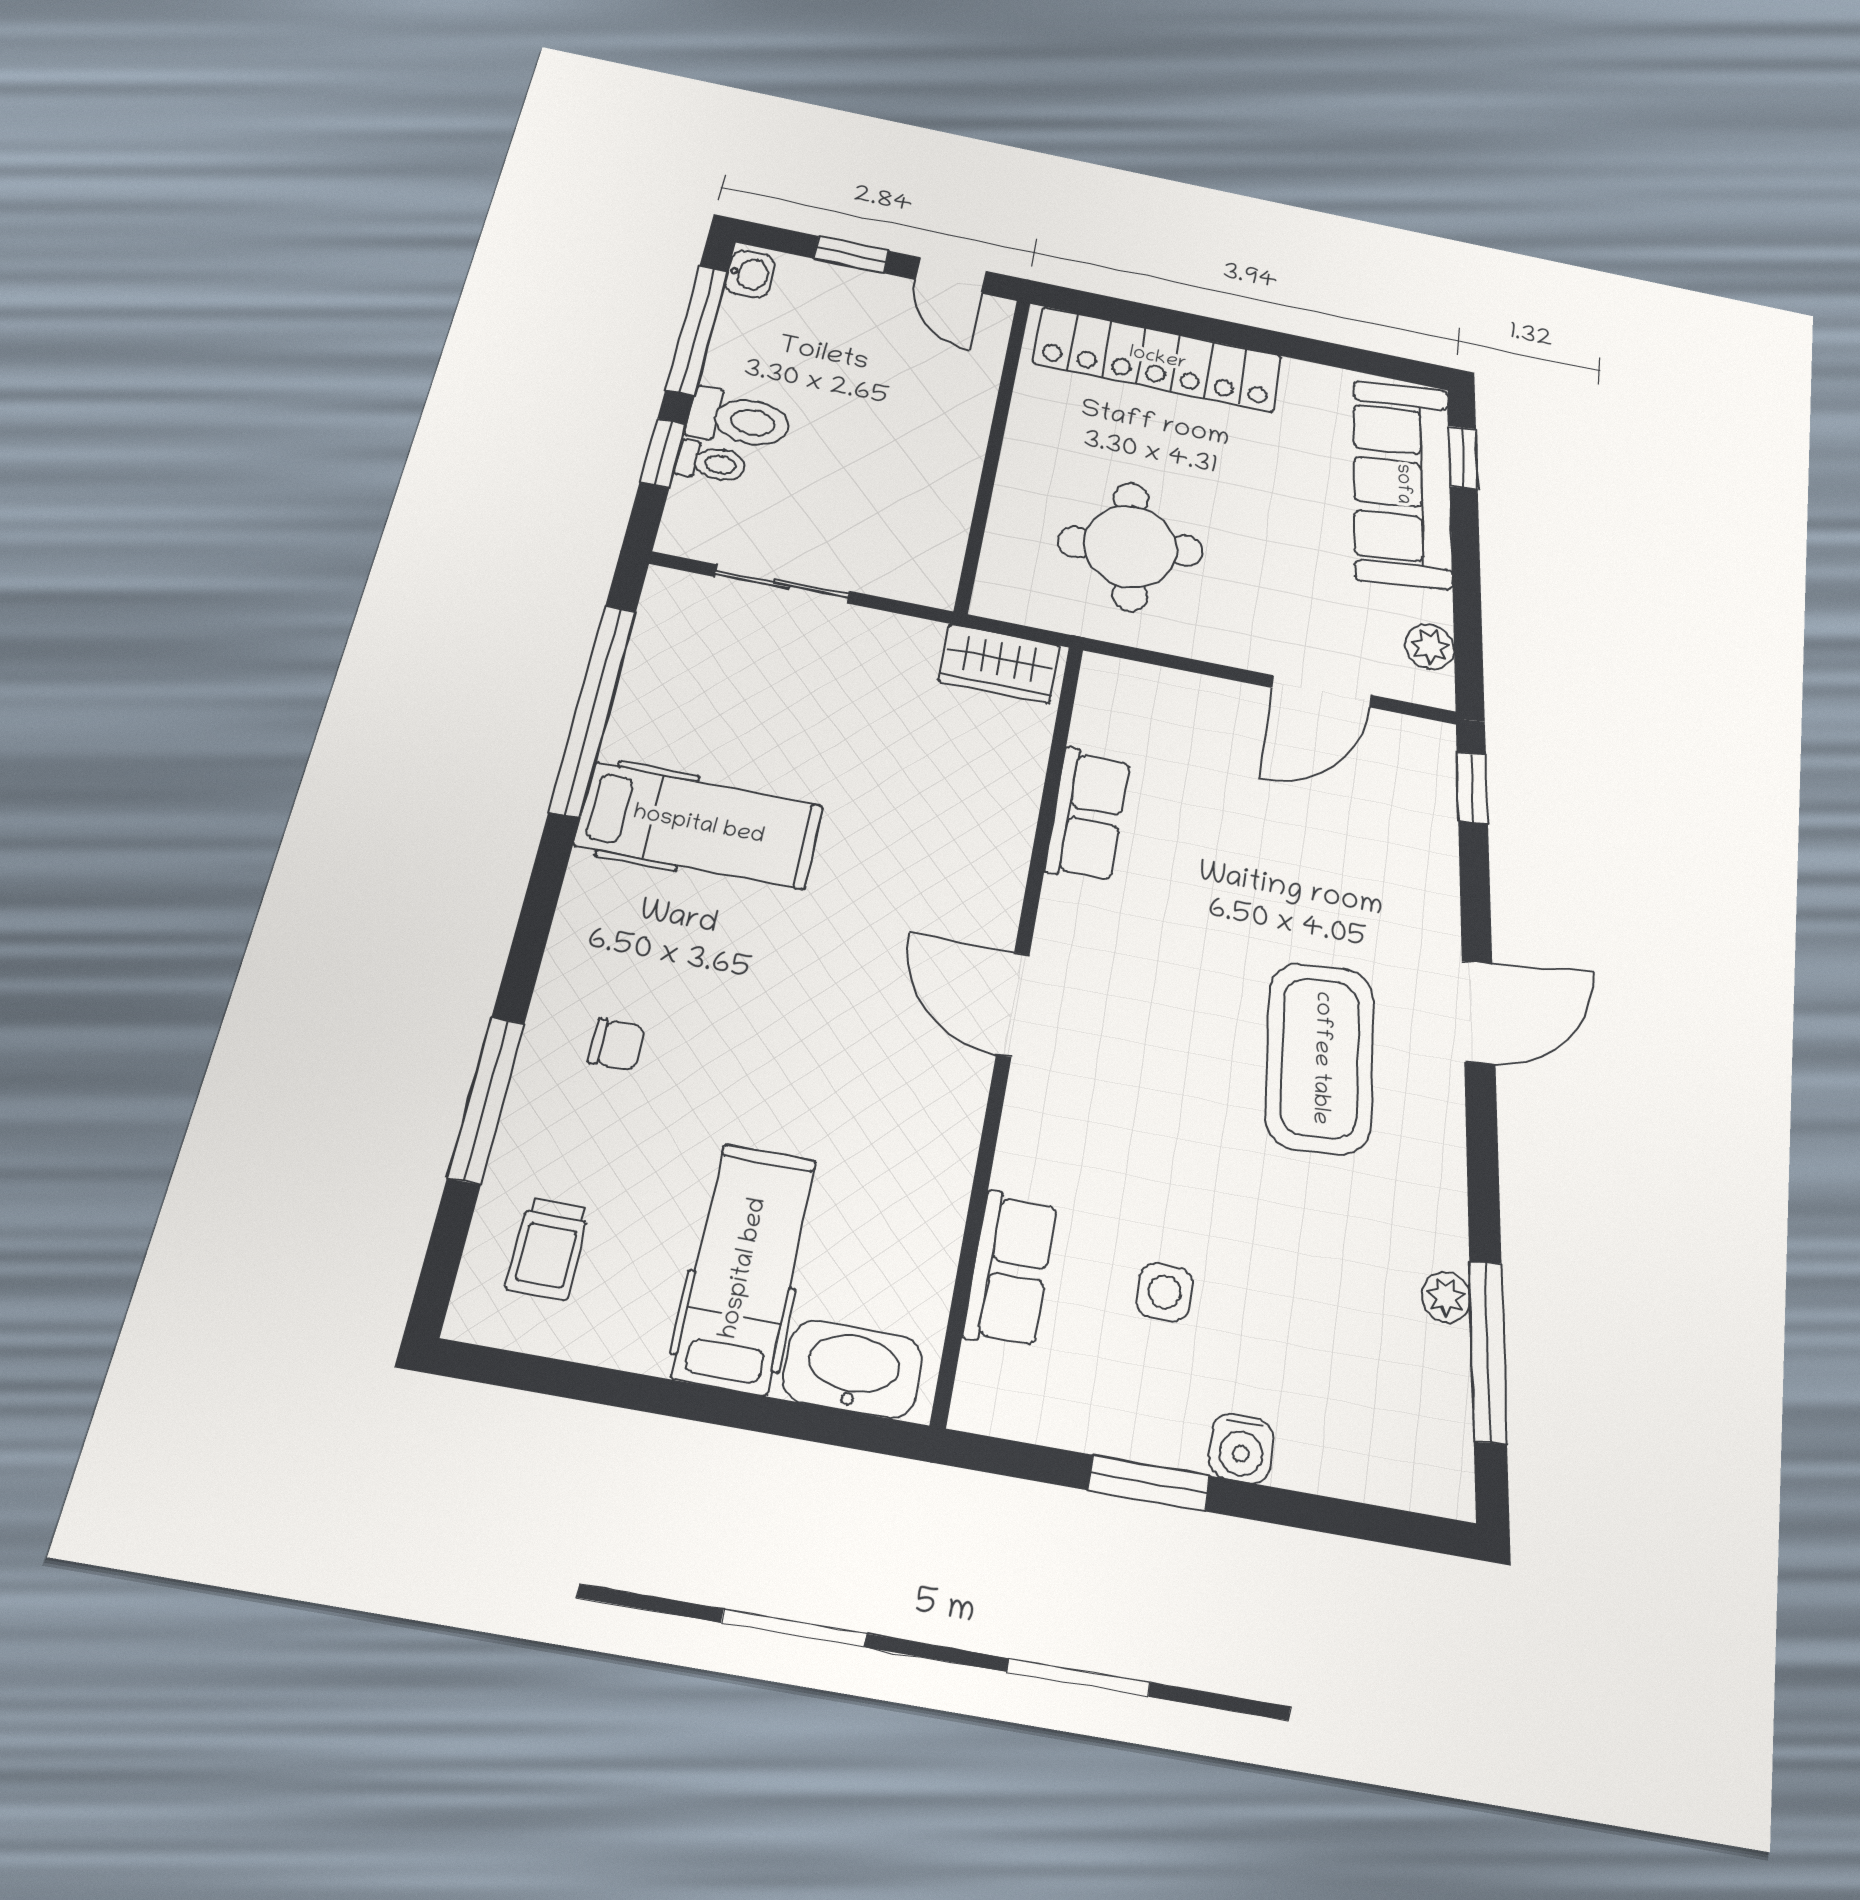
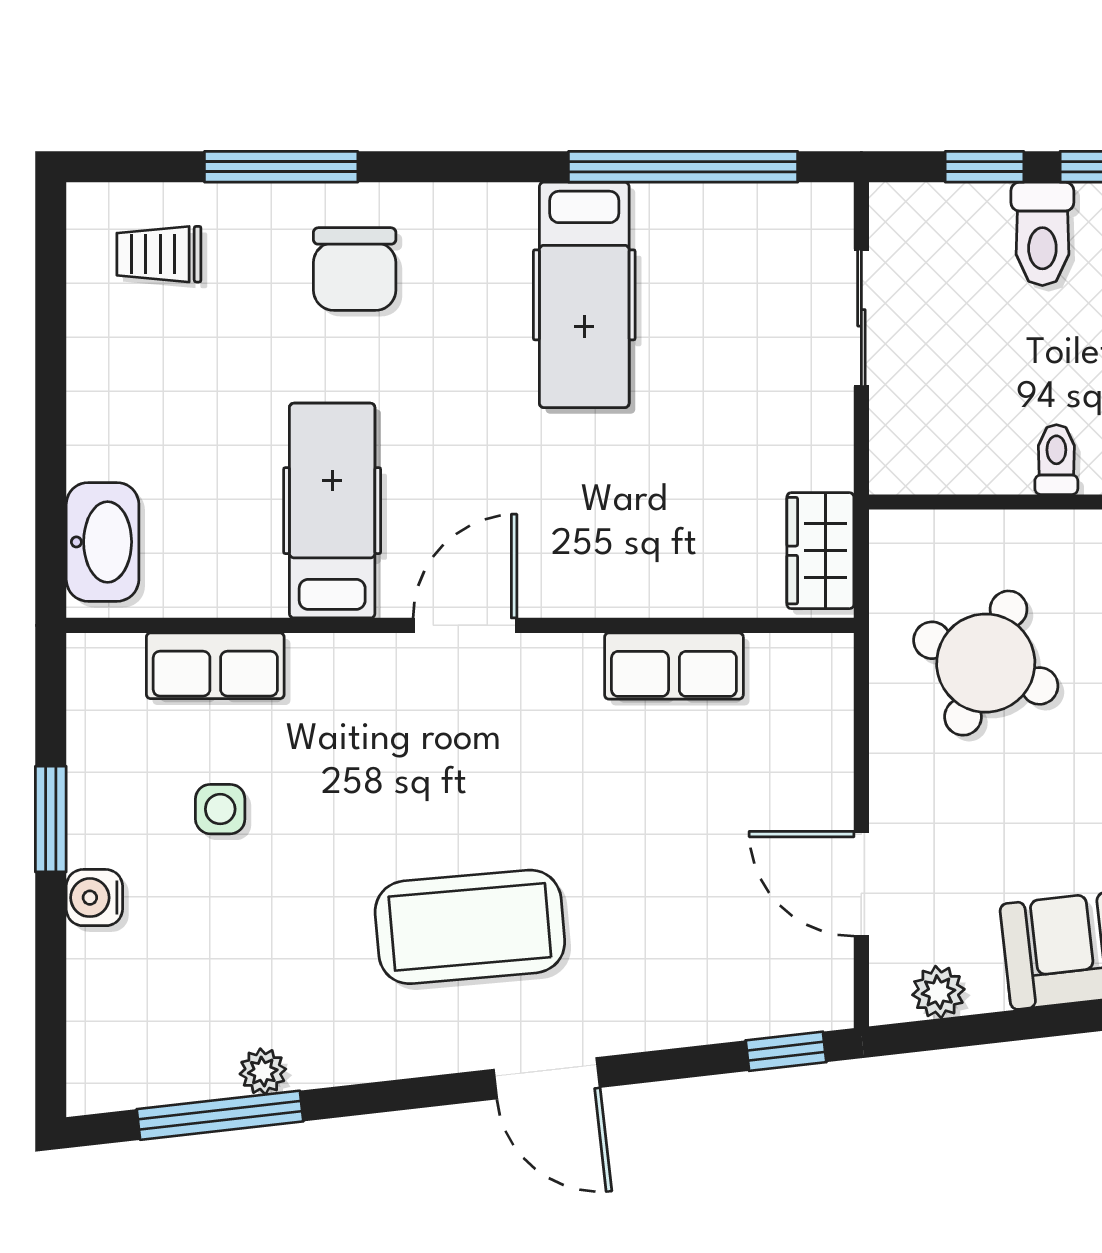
toilet: (711, 463) -> (1056, 460), moved, turned 180
round table: (1131, 546) -> (986, 663), turned 31
chair: (616, 1045) -> (355, 269), width x1.87, depth x1.87
hospital bed: (745, 1268) -> (332, 511), moved, turned -90

